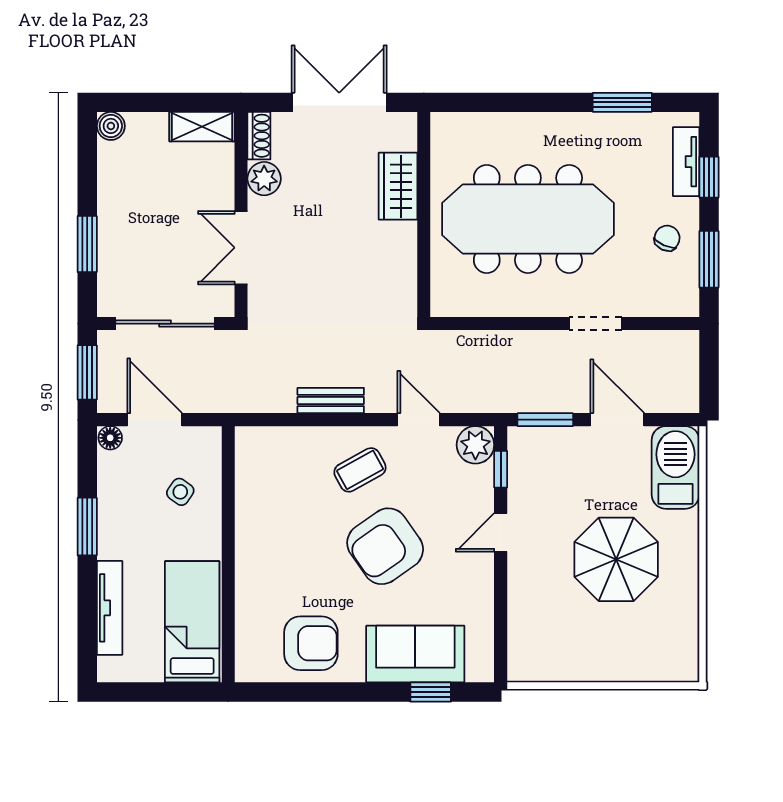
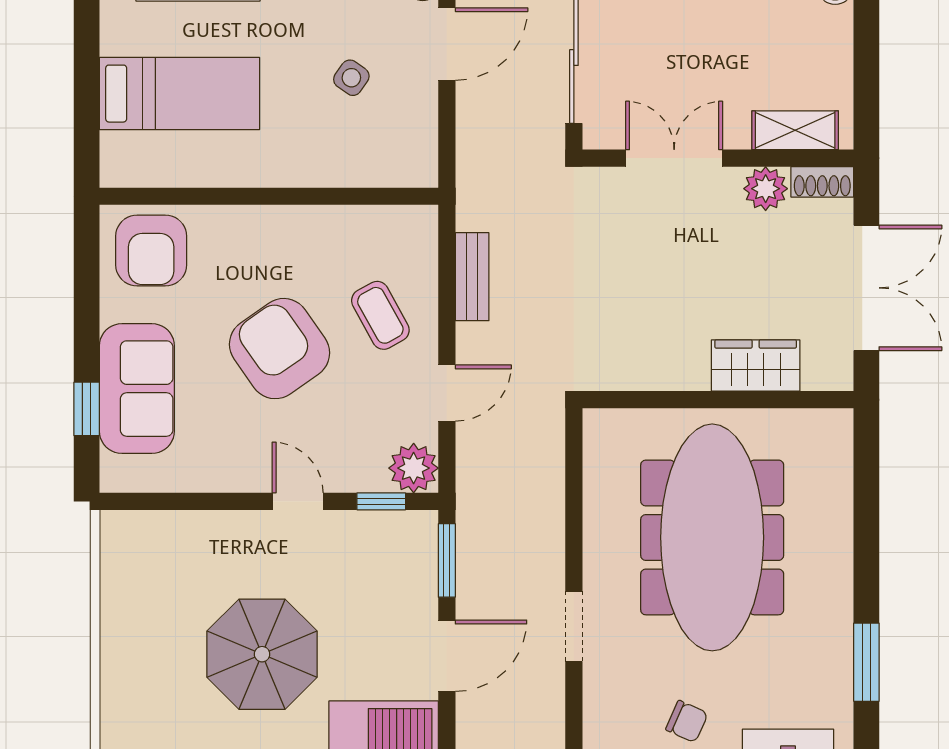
shelving: (202, 127) -> (795, 130), moved, turned 90
wall: (228, 554) -> (269, 196), moved

